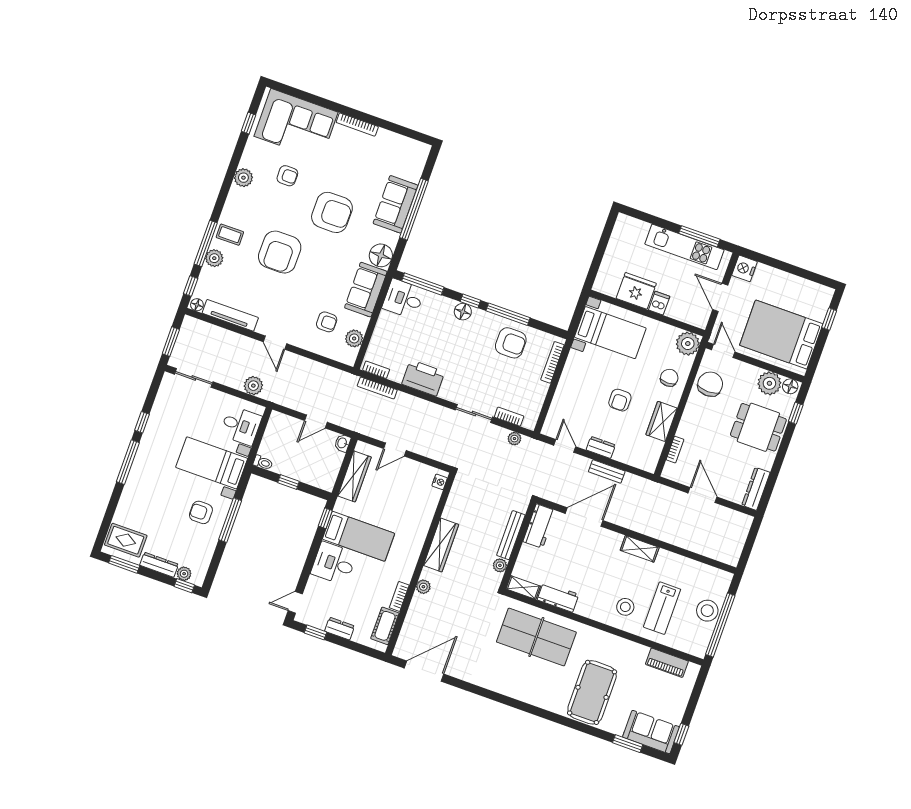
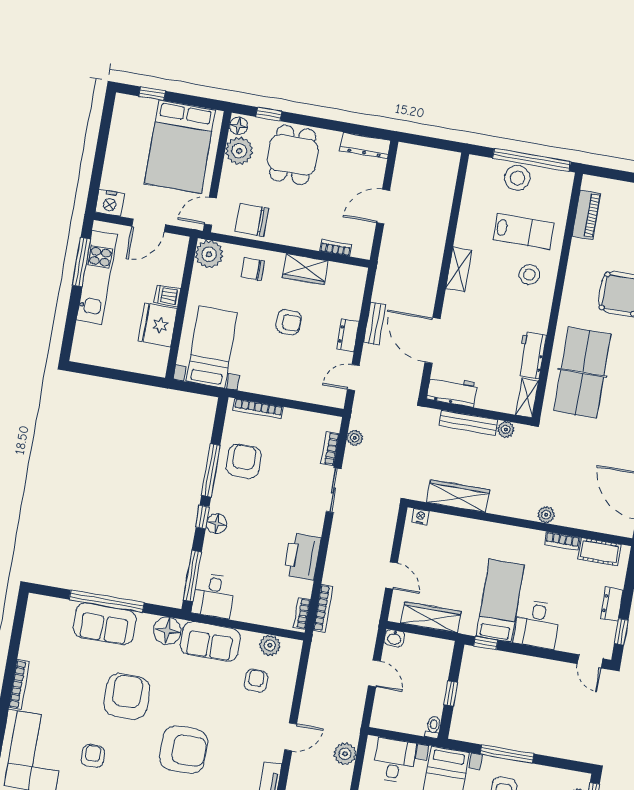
wardrobe: (441, 545) -> (458, 496), moved

